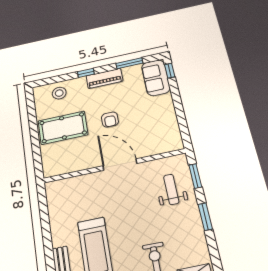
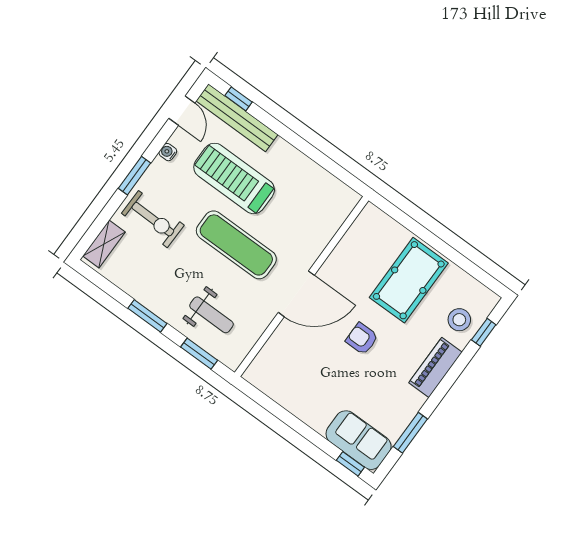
window: (86, 73) -> (484, 332), moved
piano: (104, 78) -> (435, 367), moved
exercise mat: (126, 213) -> (236, 245), added

